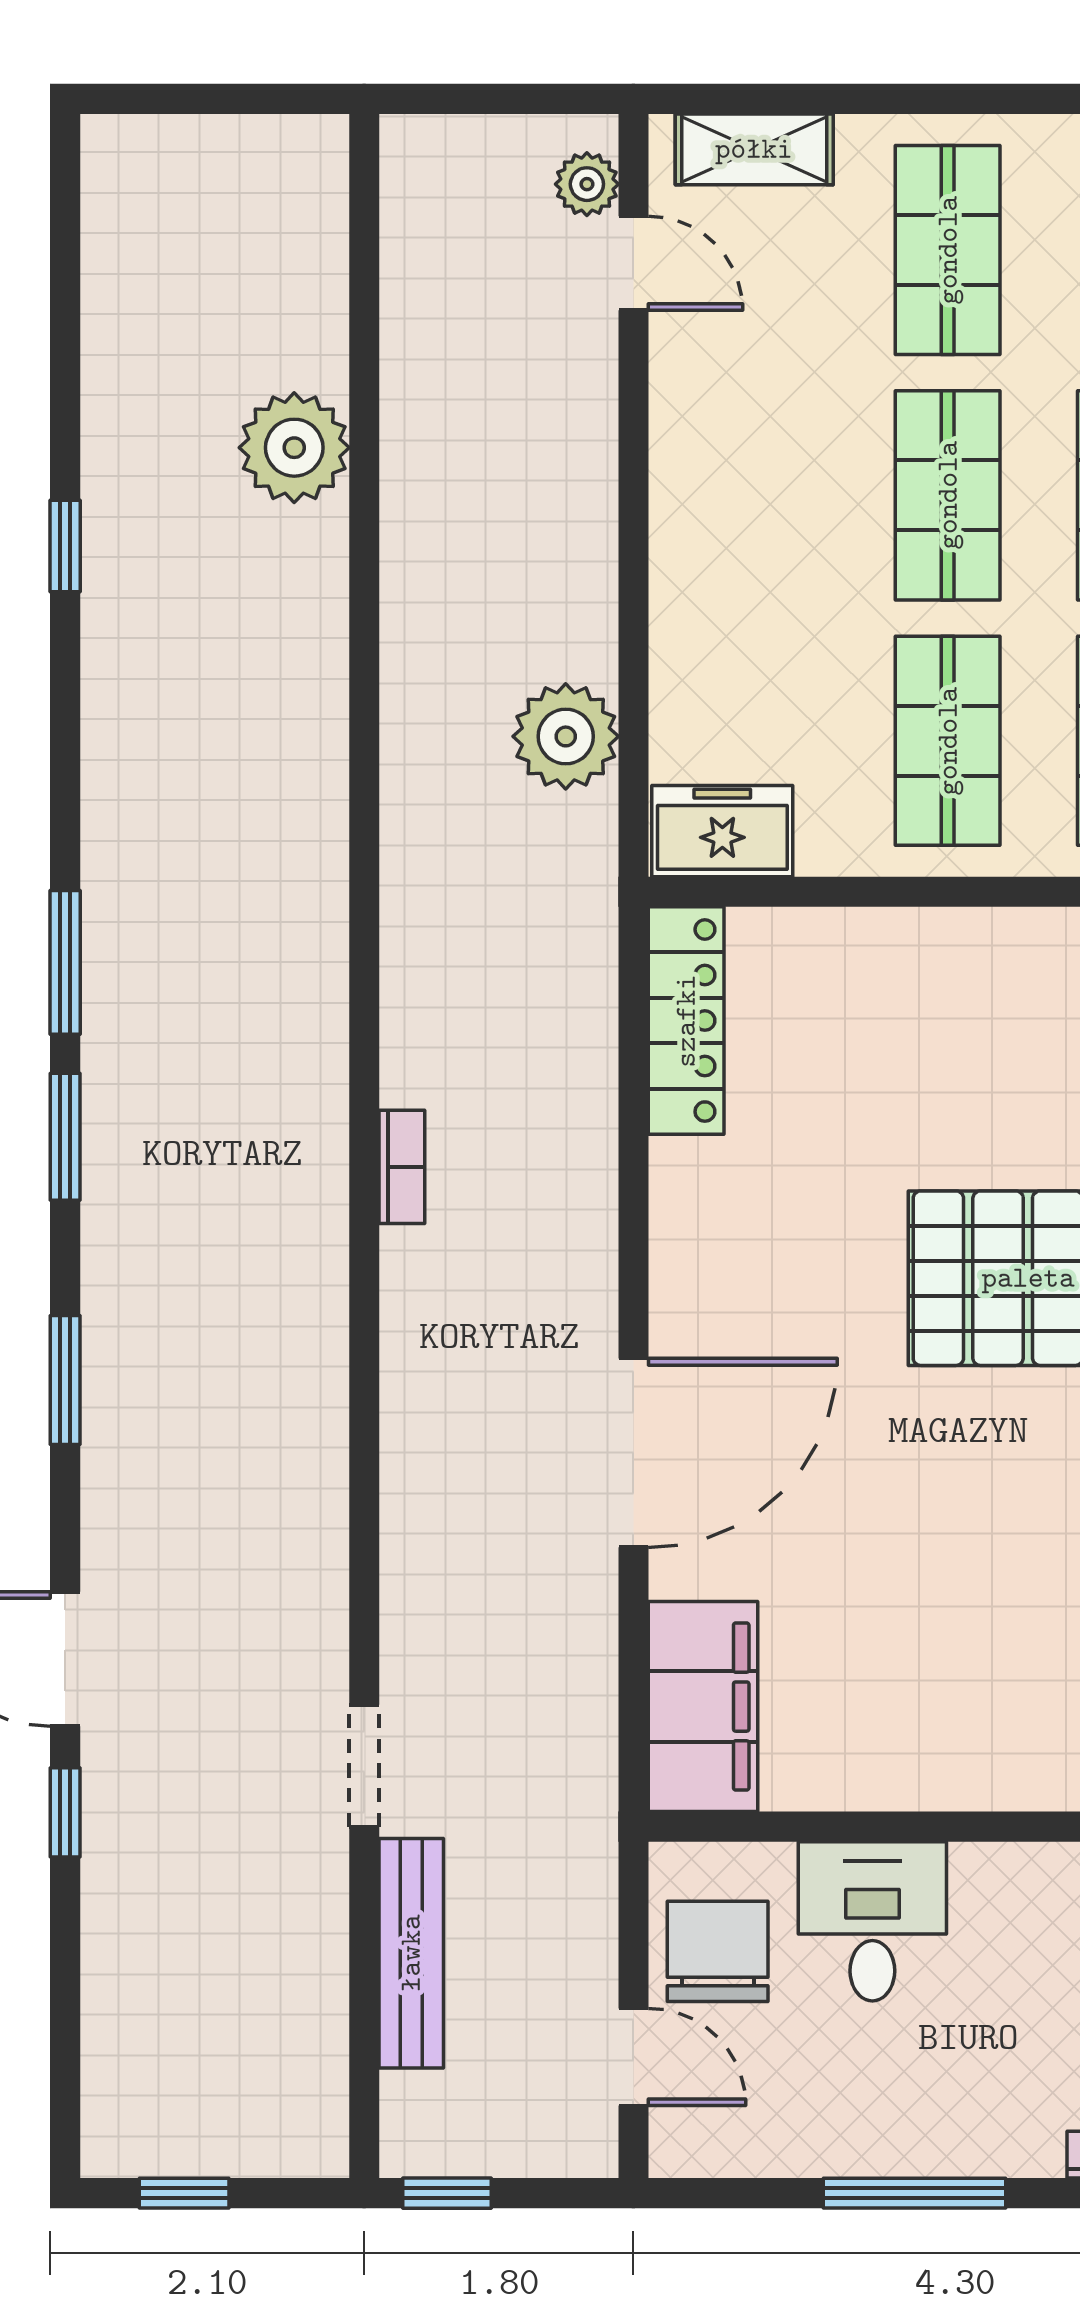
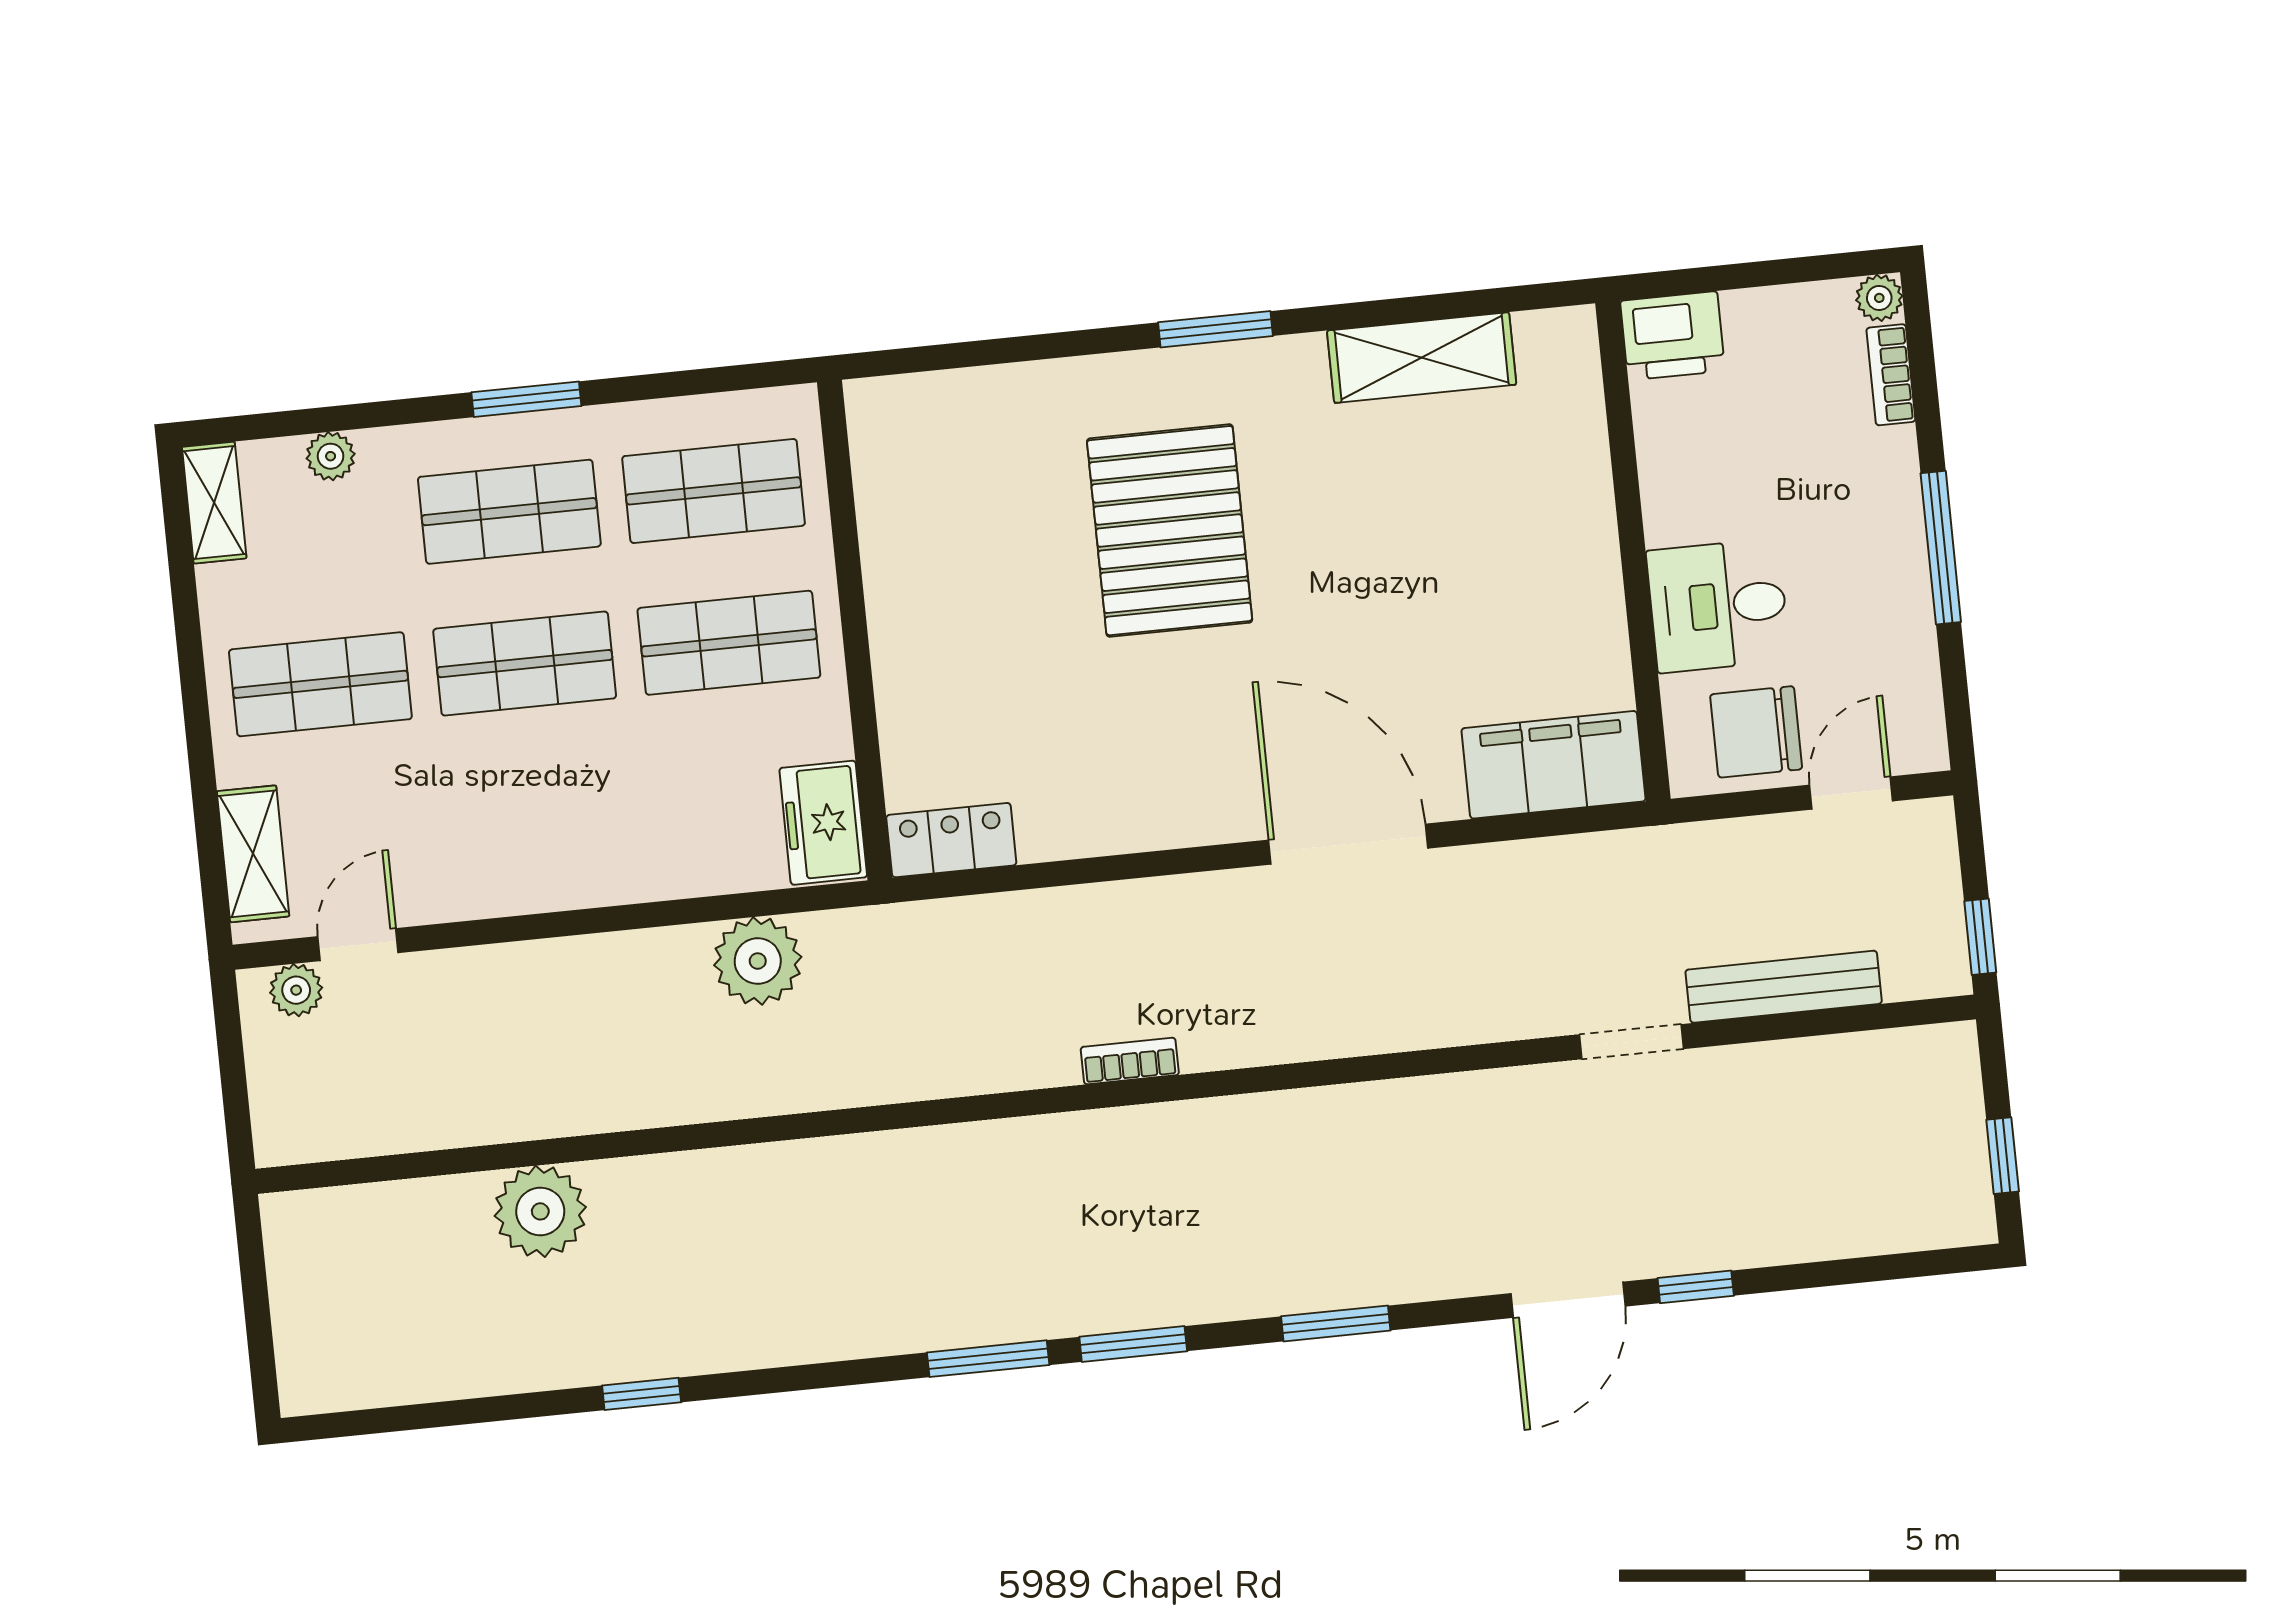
locker: (686, 1021) -> (951, 840), width x0.66

